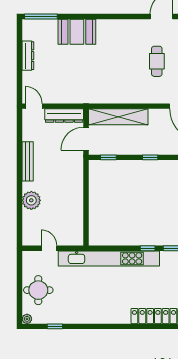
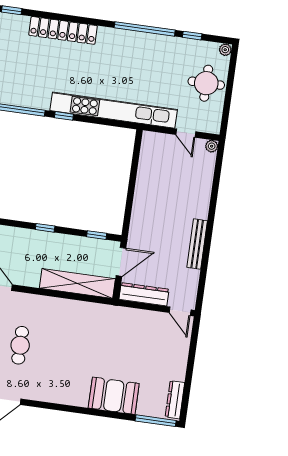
dresser: (28, 56) -> (175, 400), moved
plant: (31, 200) -> (212, 146), moved, width x0.53, depth x0.53
window: (93, 326) -> (145, 29), added

